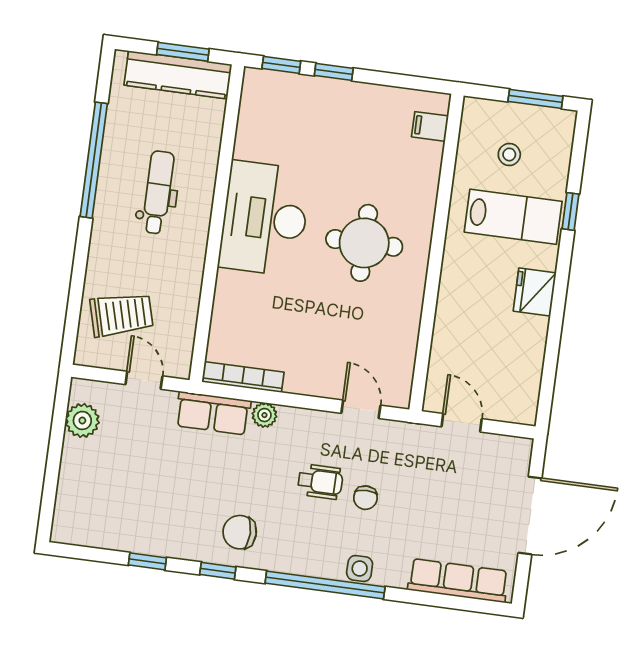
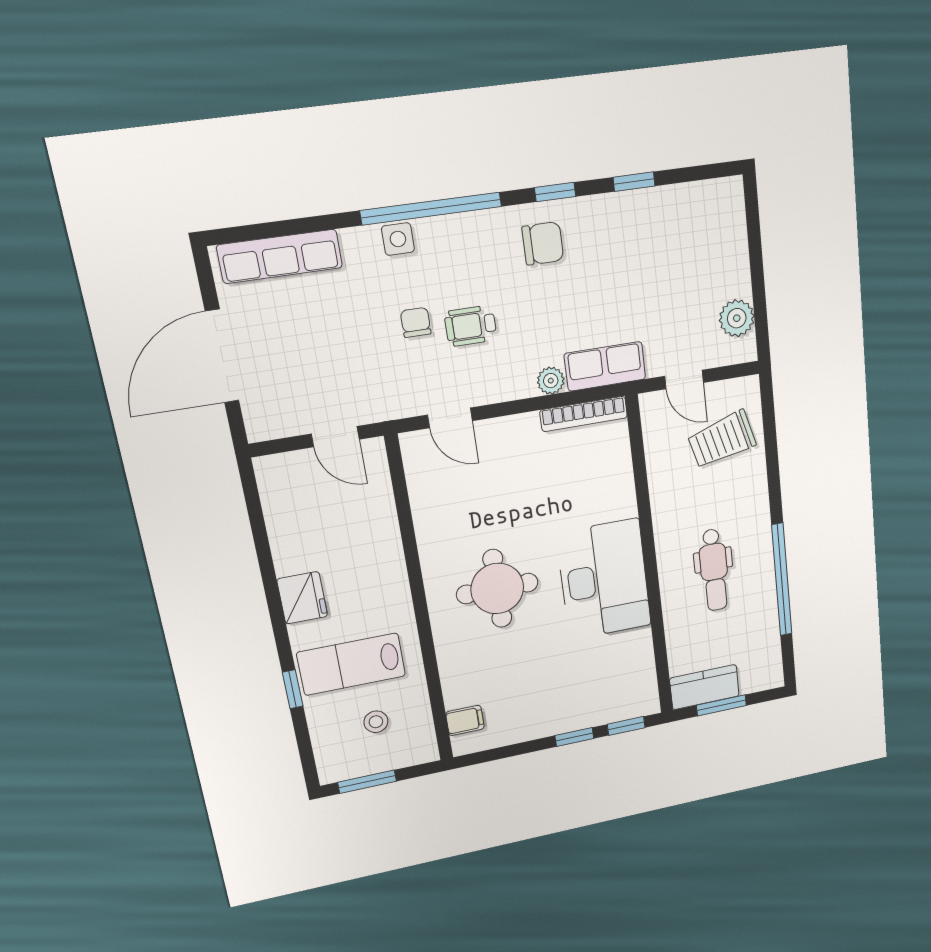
kitchen counter: (178, 75) -> (704, 687), width x0.67

